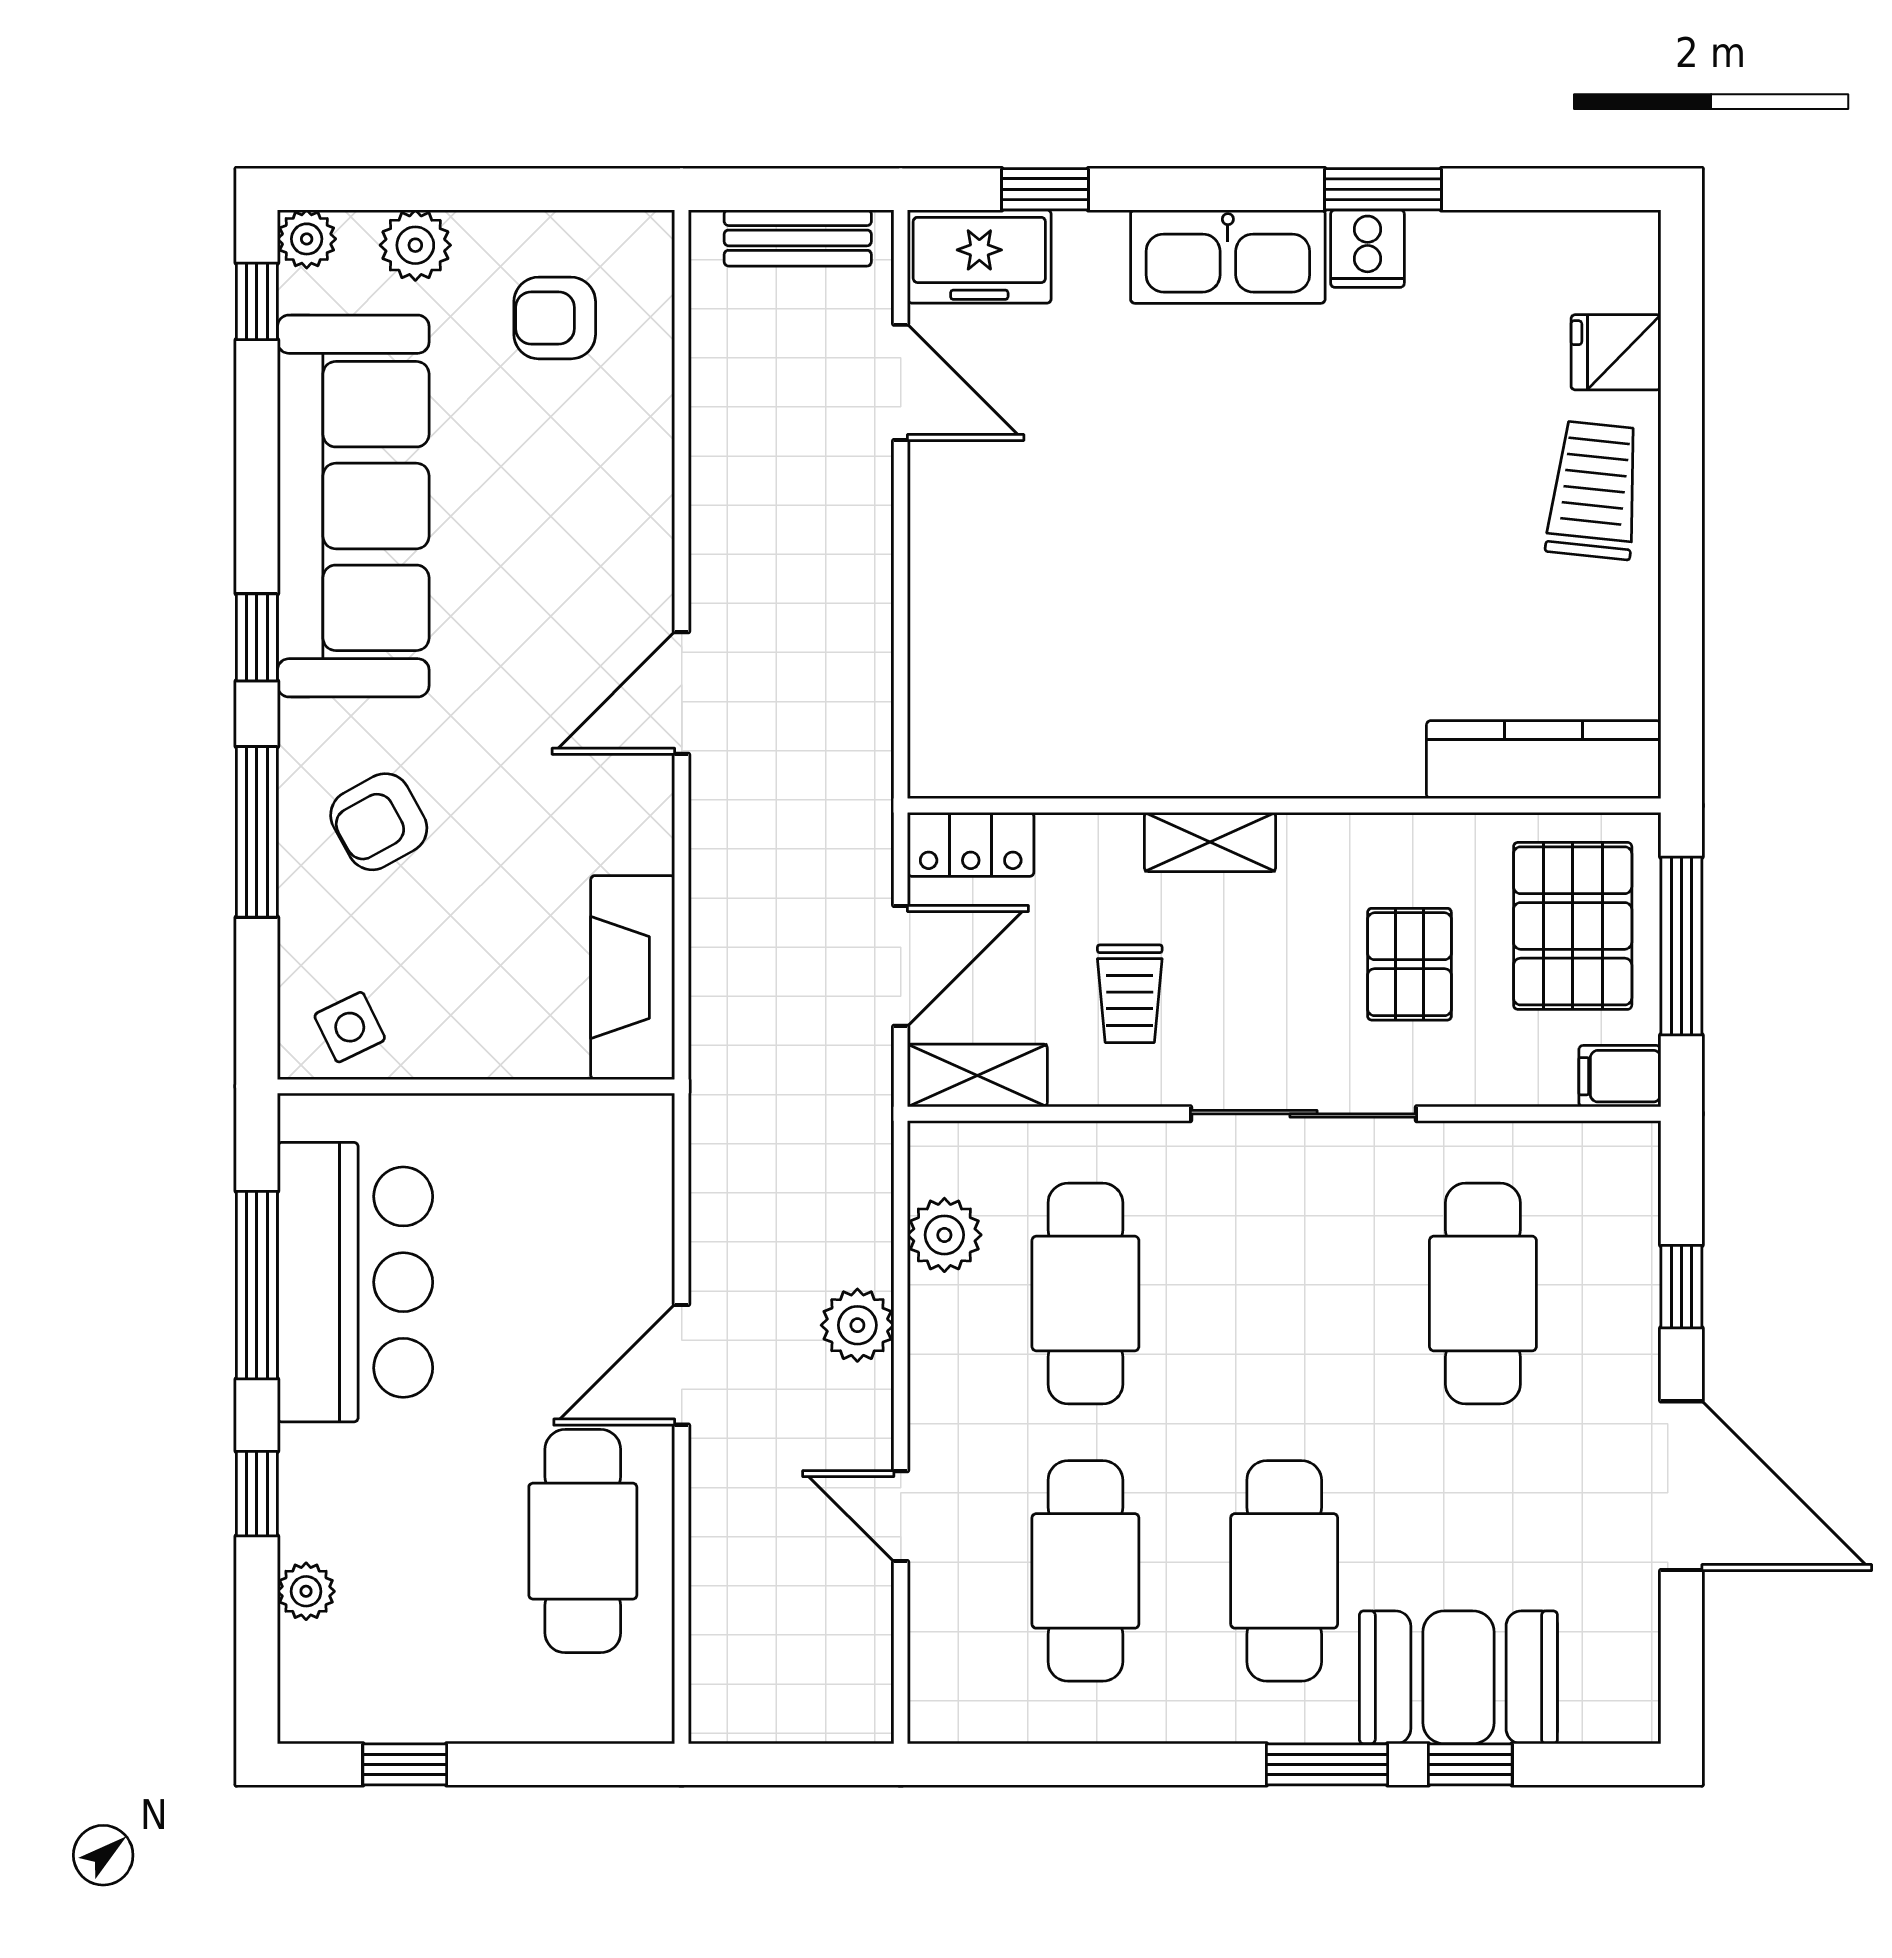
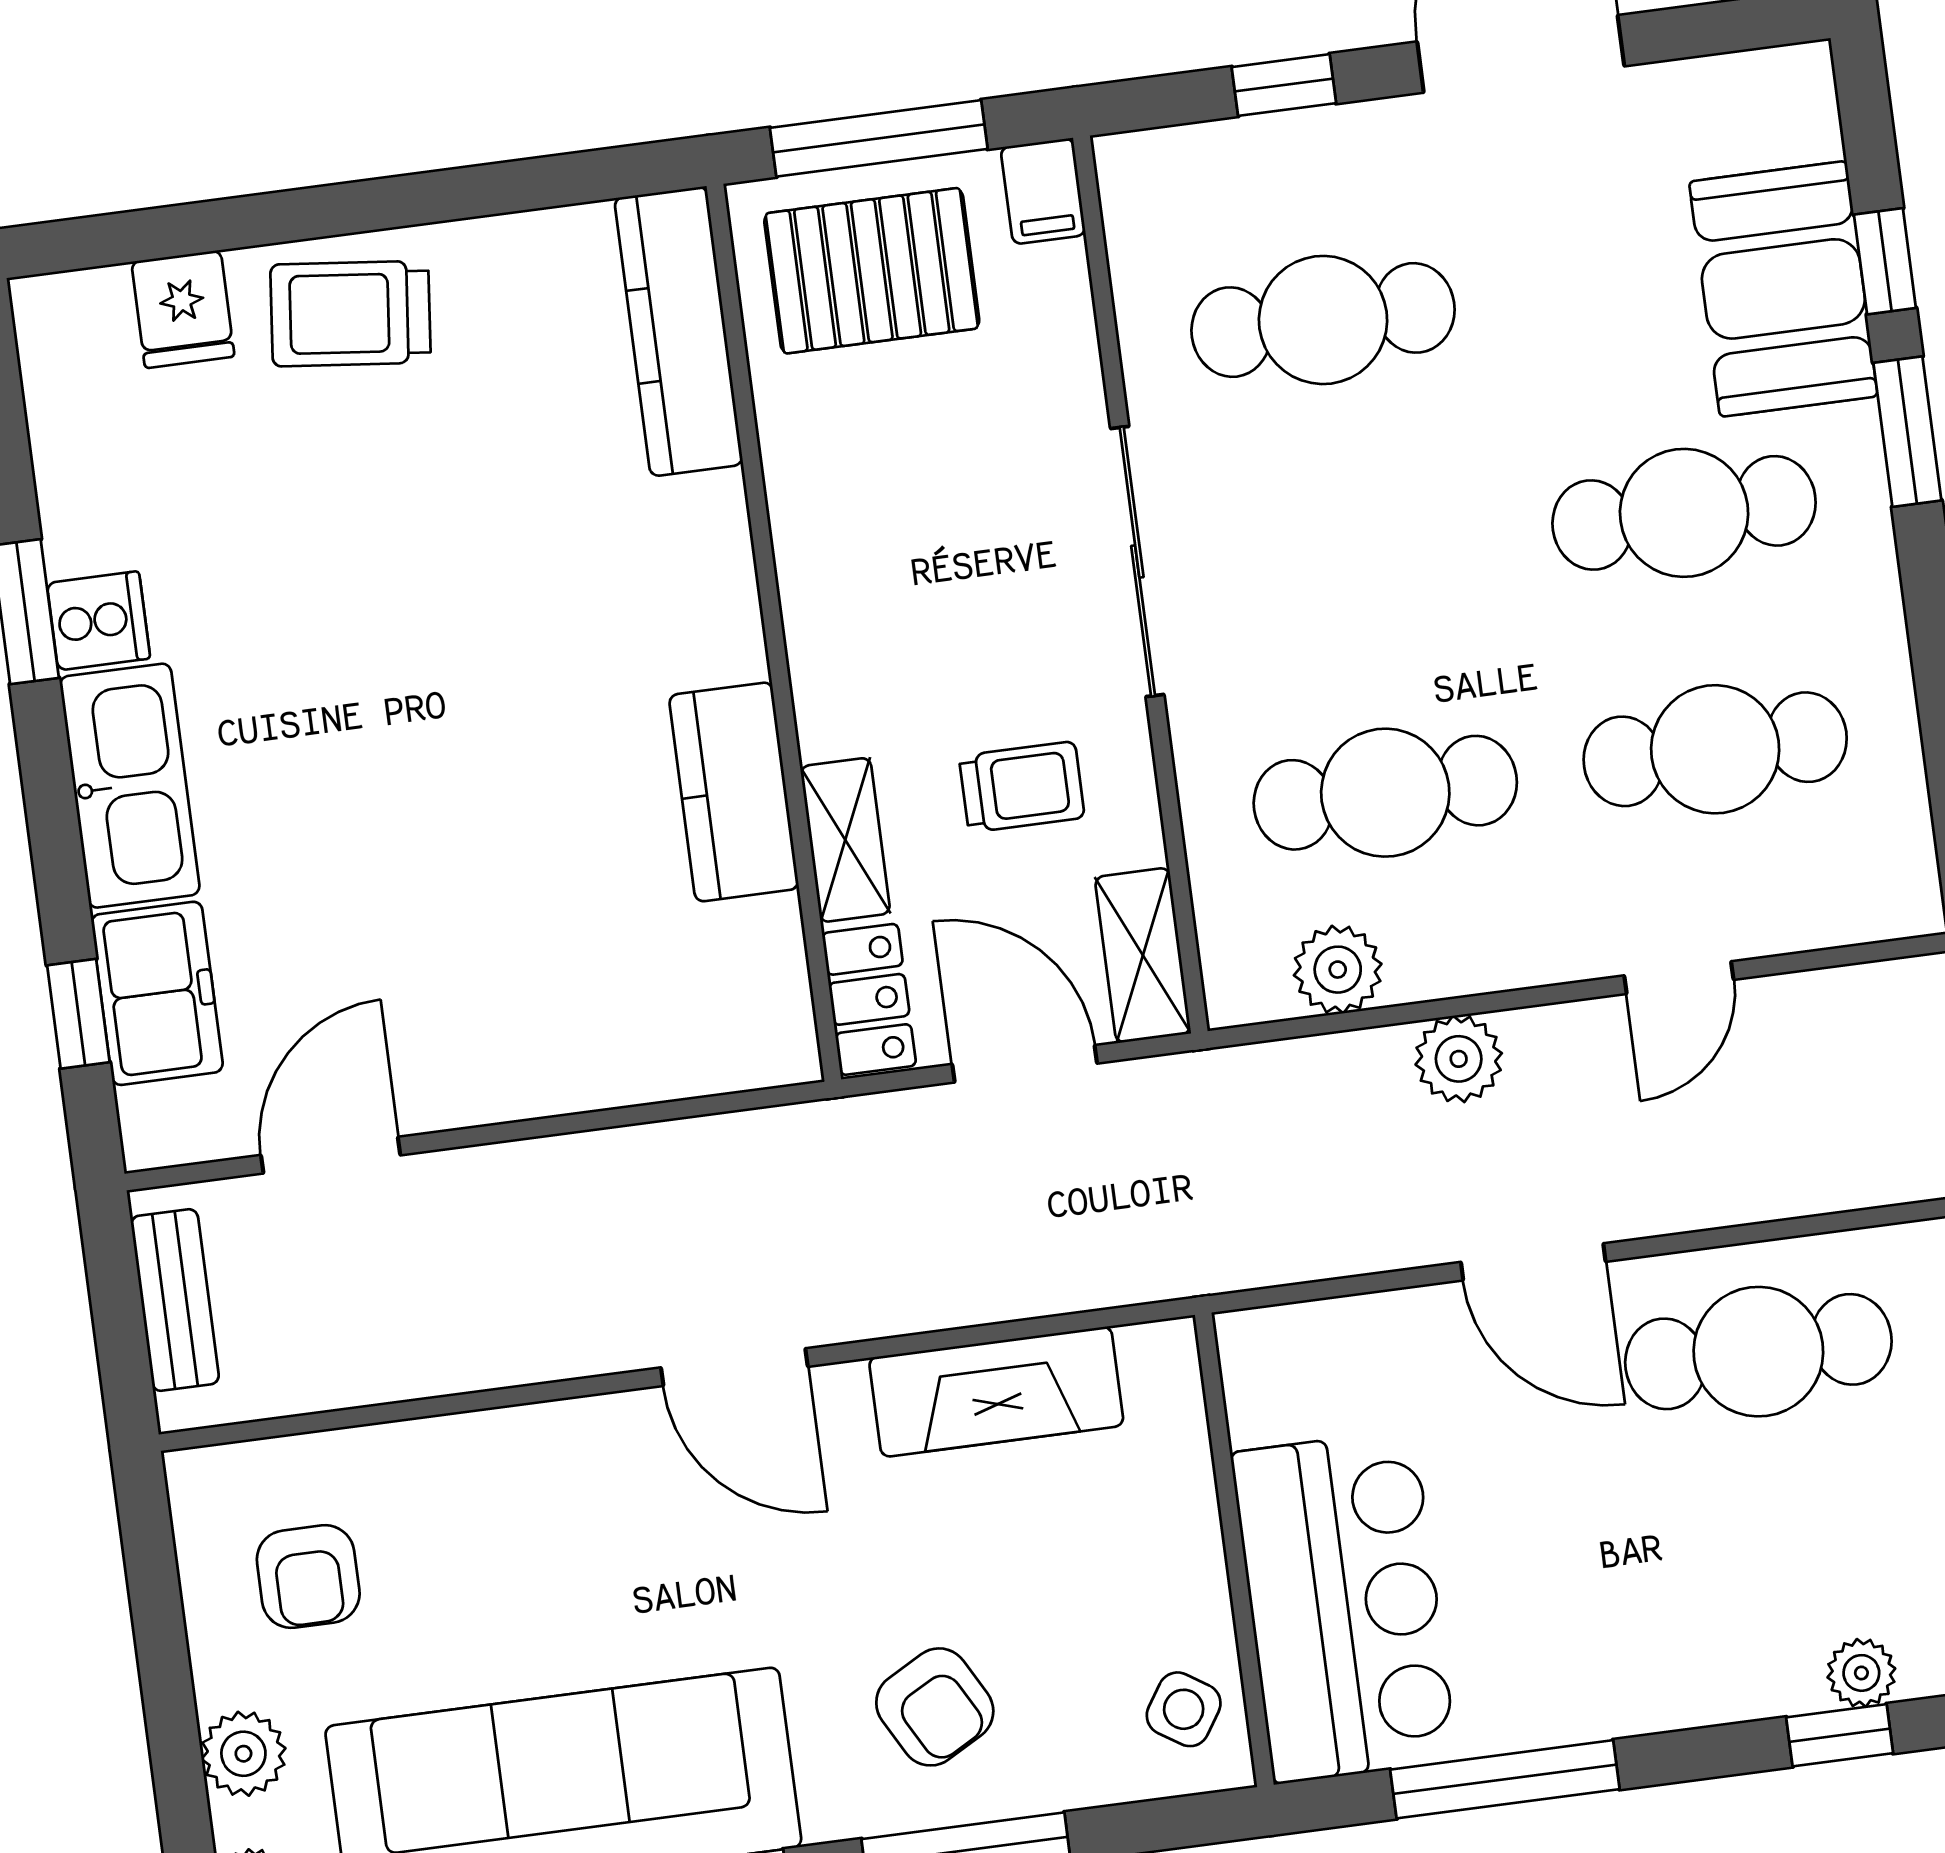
freezer: (979, 256) -> (157, 993), moved
kitchen counter: (1157, 755) -> (734, 792), added
shelving: (1210, 842) -> (845, 840), moved
pallet: (1409, 964) -> (943, 459), removed
fireplace: (633, 978) -> (996, 1392), moved
side table: (350, 1027) -> (1184, 1709), turned -31
bar counter: (355, 1282) -> (1344, 1607), moved, turned 90
window: (257, 1494) -> (1840, 1735), moved

